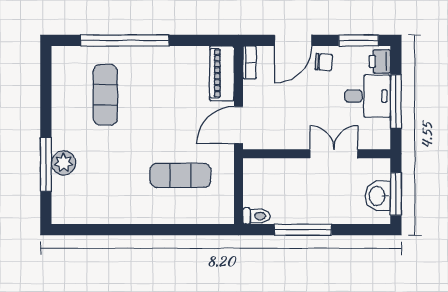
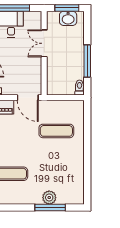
exercise mat: (180, 175) -> (56, 131), turned 90

